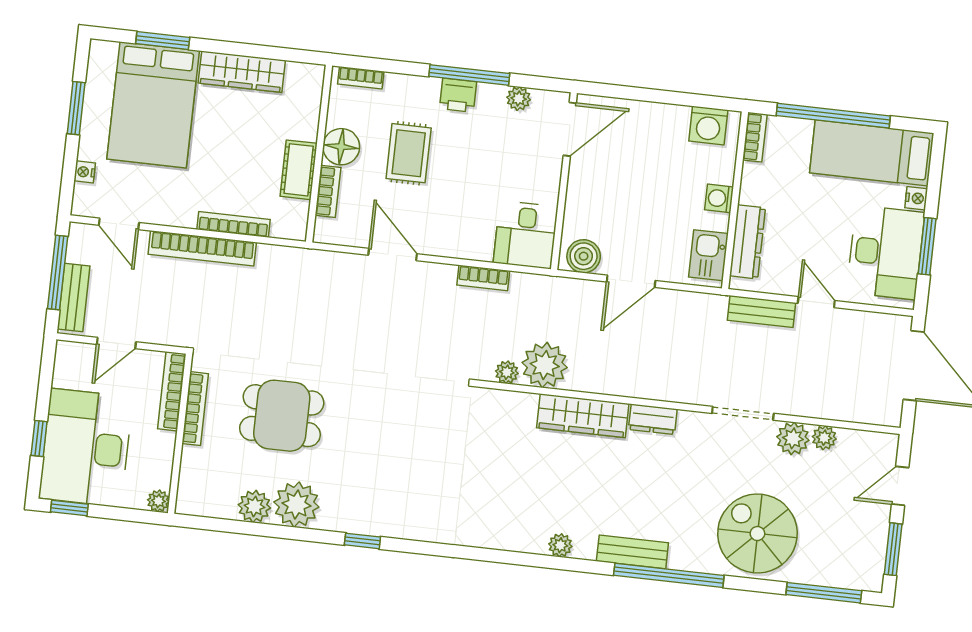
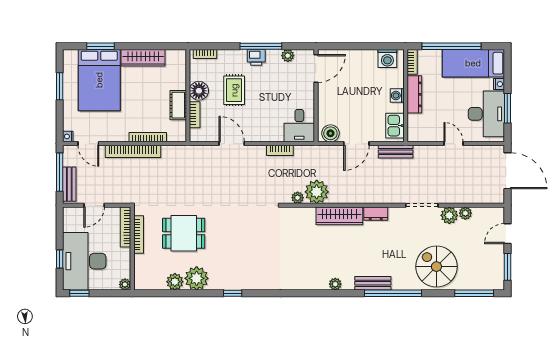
nightstand: (85, 172) -> (68, 136), moved
dresser: (748, 242) -> (414, 94), moved
bench: (762, 312) -> (396, 152), moved

